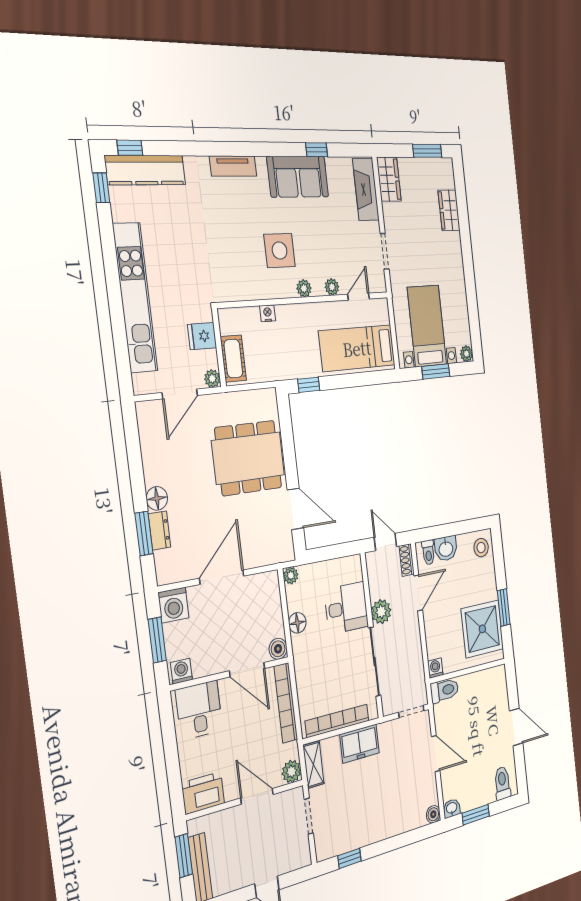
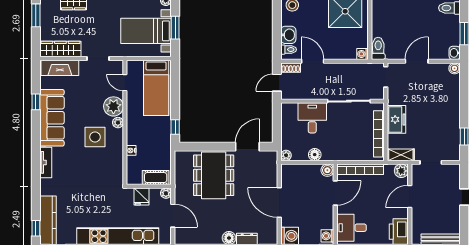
sofa: (298, 177) -> (52, 118), width x1.36
wardrobe: (389, 179) -> (60, 49), width x1.50
plant: (332, 287) -> (113, 106), width x1.87, depth x1.87
plant: (381, 612) -> (319, 92), removed

